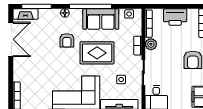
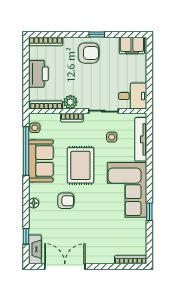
window: (37, 6) -> (26, 236), width x0.46
window: (91, 6) -> (26, 151), moved

